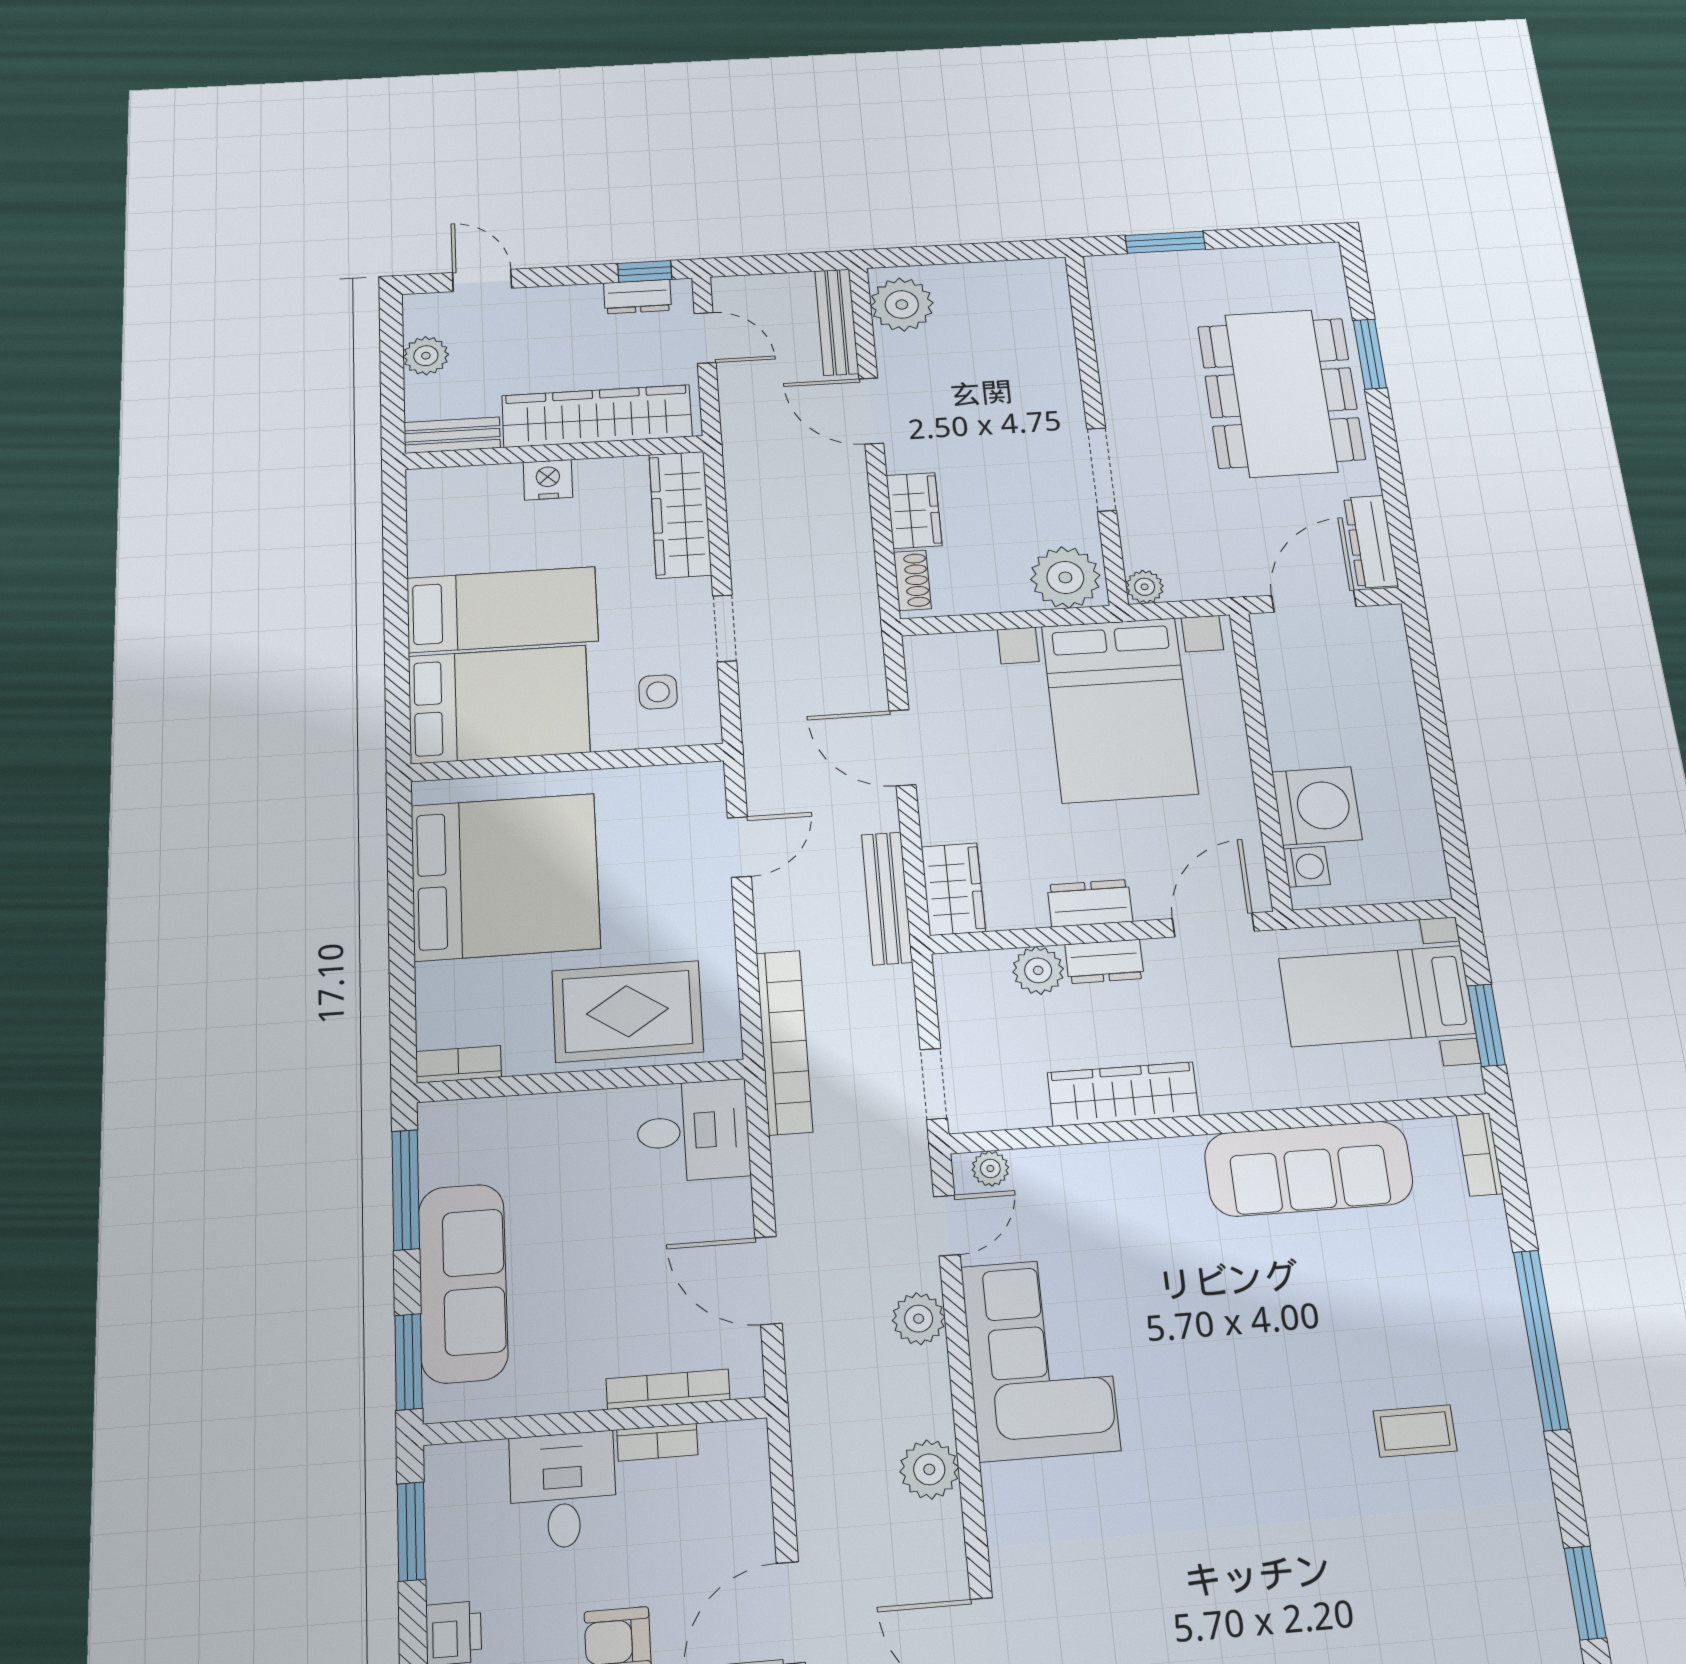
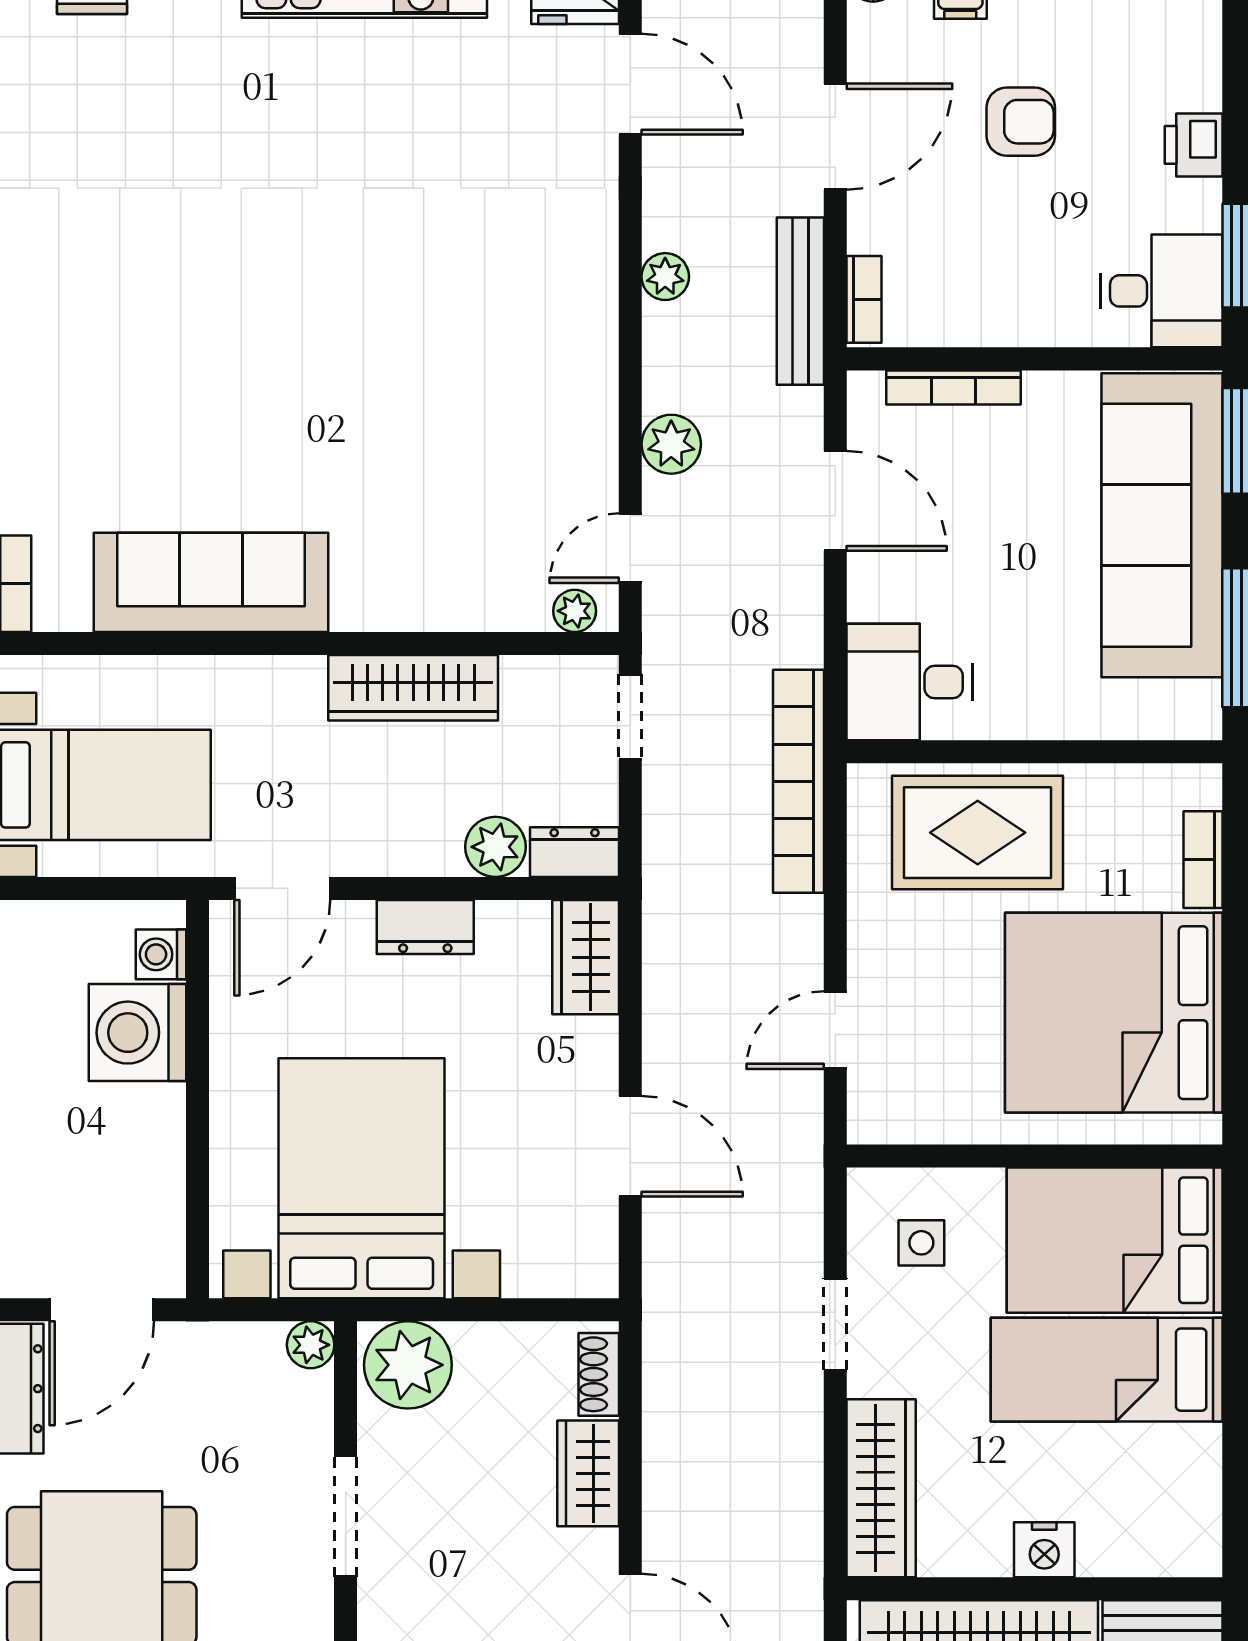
bench: (887, 898) -> (800, 301), moved
dresser: (1104, 961) -> (575, 852), moved
bookcase: (458, 1064) -> (1203, 860), moved, turned 90
sofa: (463, 1283) -> (1162, 525), width x1.36, depth x1.27
corner sofa: (1040, 1358) -> (541, 389), removed
coffee table: (1415, 1431) -> (135, 275), removed
bookcase: (657, 1442) -> (864, 299), moved, turned 90
plant: (929, 1469) -> (665, 277), width x0.73, depth x0.73
desk: (563, 1490) -> (1161, 291), moved, turned -90

